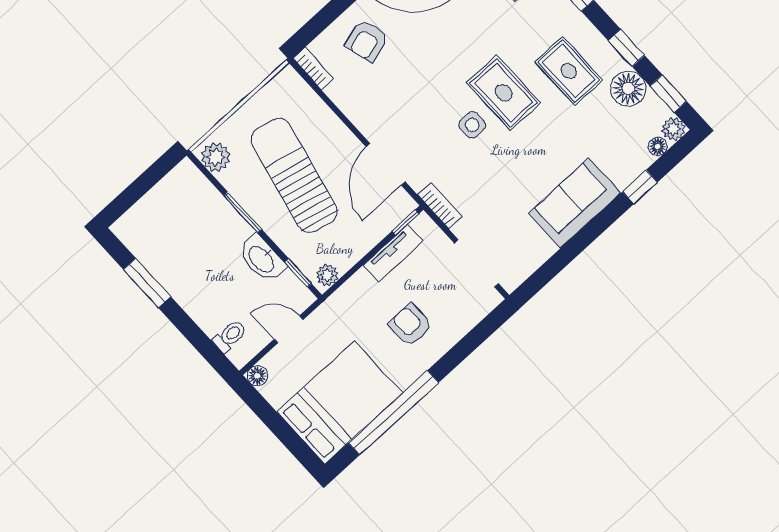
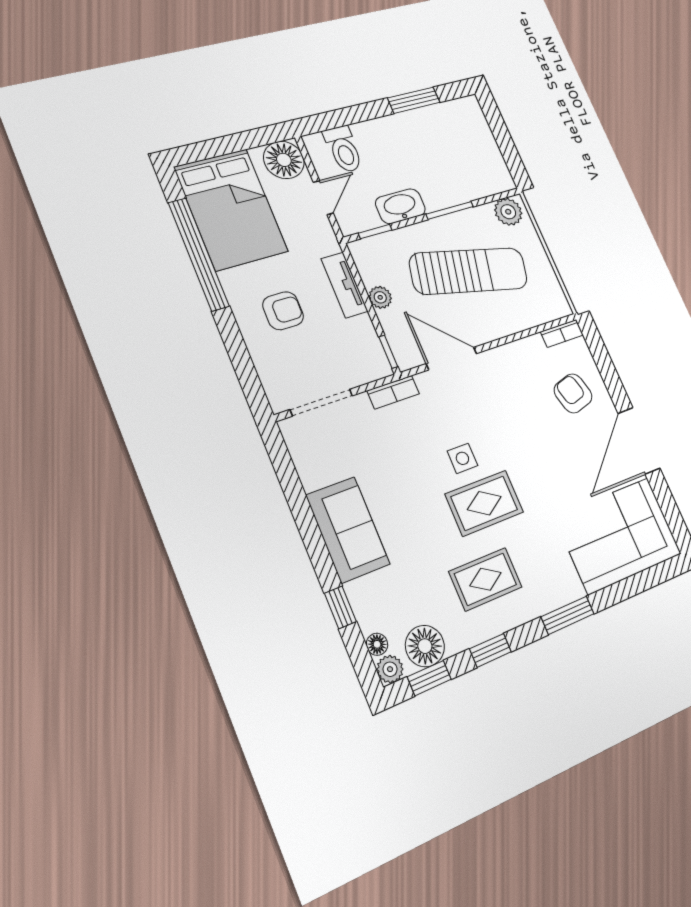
floor lamp: (628, 88) -> (425, 646), moved
tv unit: (393, 253) -> (344, 285), moved
plant: (327, 275) -> (380, 297), moved
toilet: (230, 336) -> (343, 149), width x1.37, depth x1.39
floor lamp: (257, 376) -> (284, 160), width x1.89, depth x1.89

